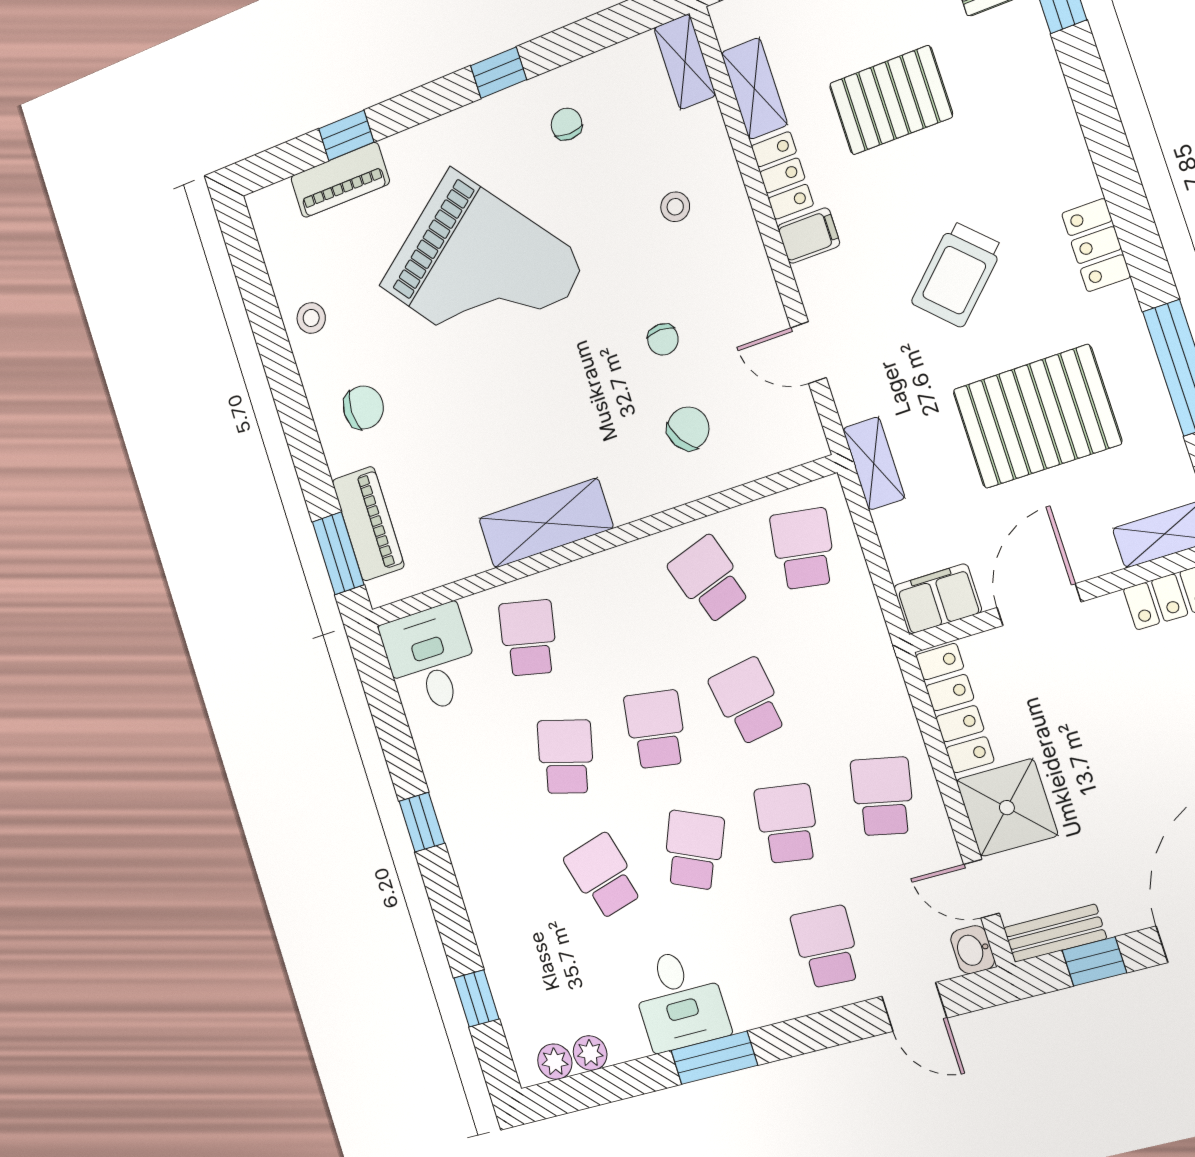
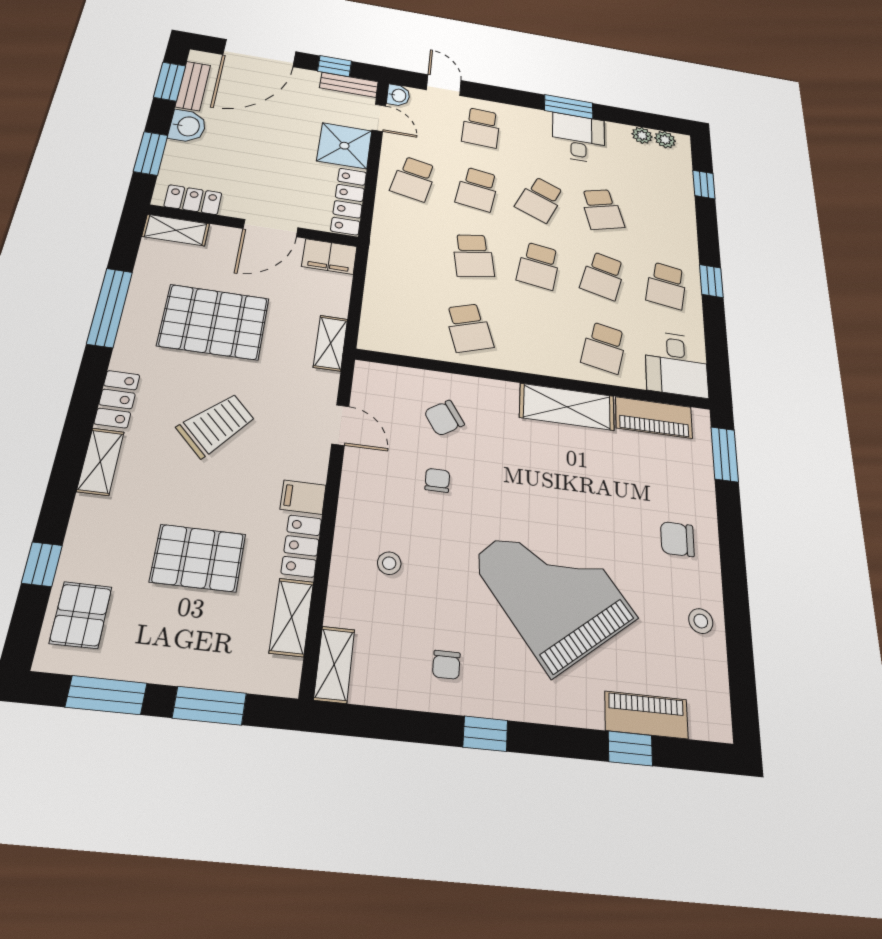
shelving: (1068, 155) -> (100, 462), added
piano: (368, 524) -> (654, 417), moved, turned -90
school desk: (803, 549) -> (666, 286), moved

